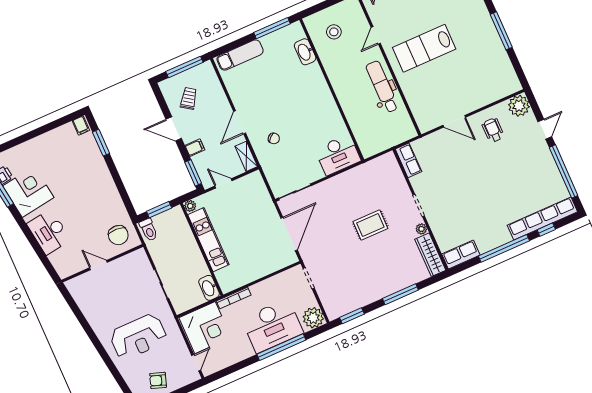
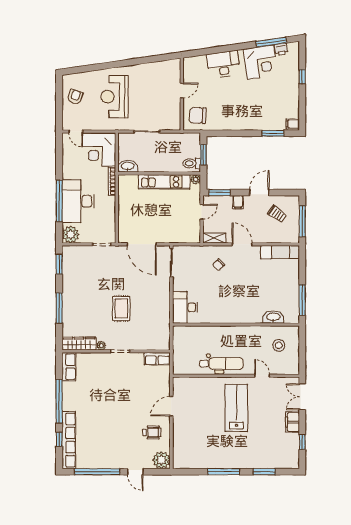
exam couch: (240, 55) -> (280, 252), moved, turned -90
window: (24, 138) -> (302, 77), added
toilet: (149, 230) -> (192, 163), moved

